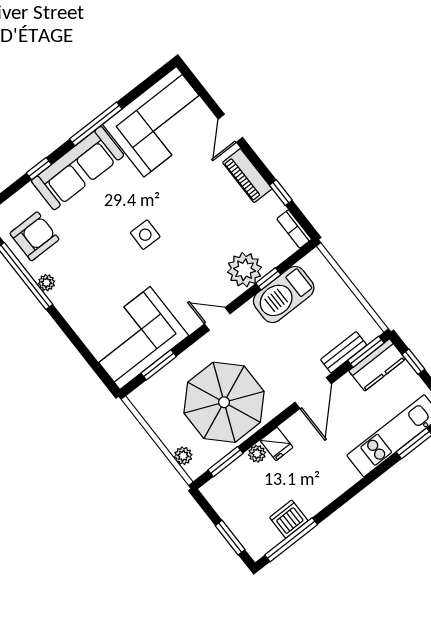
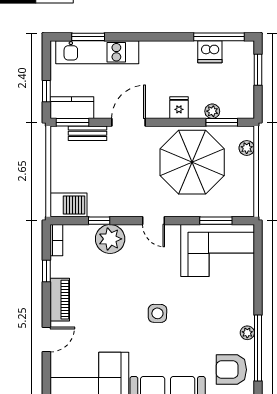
barbecue: (284, 294) -> (68, 205), moved, width x0.73, depth x0.83
plant: (257, 454) -> (212, 111), moved

